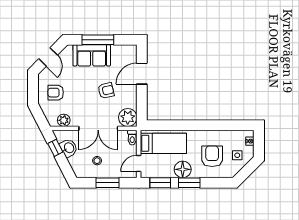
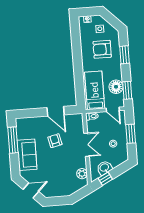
window: (98, 40) -> (13, 140), moved
door: (142, 74) -> (56, 111), moved
armchair: (56, 93) -> (60, 182), removed
plant: (128, 117) -> (76, 121), removed
double door: (98, 128) -> (86, 145), width x0.73
floor lamp: (183, 169) -> (116, 87), moved
window: (189, 183) -> (124, 55), moved

